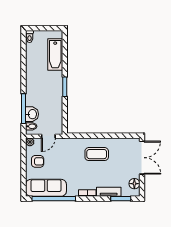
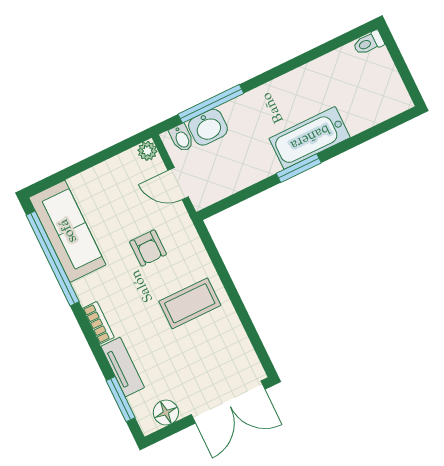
bathtub: (55, 54) -> (310, 138), moved
coffee table: (97, 154) -> (190, 303), turned 90
armchair: (38, 161) -> (148, 248), moved

